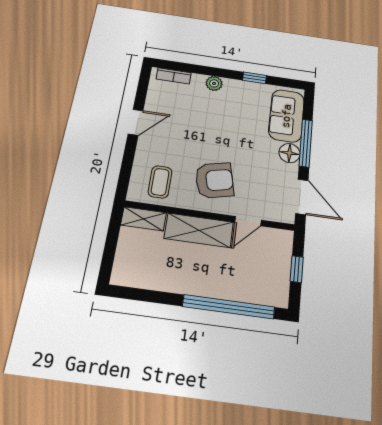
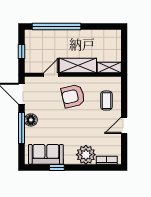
plant: (214, 83) -> (86, 155), width x1.88, depth x1.88
sofa: (286, 116) -> (46, 154), moved, turned -90
coffee table: (160, 182) -> (106, 101), moved

